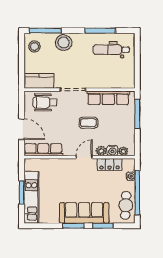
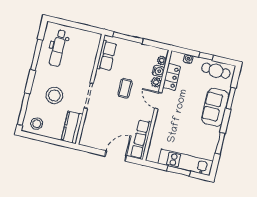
stool: (64, 43) -> (54, 95), moved
row of seats: (108, 98) -> (107, 56), width x0.68
wheelchair: (45, 102) -> (95, 127), removed
window: (137, 193) -> (206, 56), width x0.32
sofa: (84, 213) -> (215, 107), width x0.73
window: (73, 226) -> (220, 143), moved

